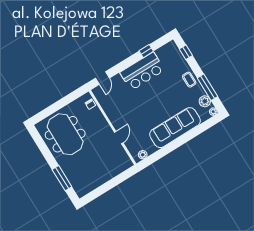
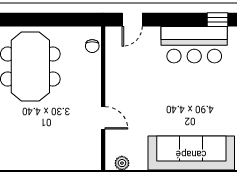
door: (119, 137) -> (103, 118), hinge flipped

